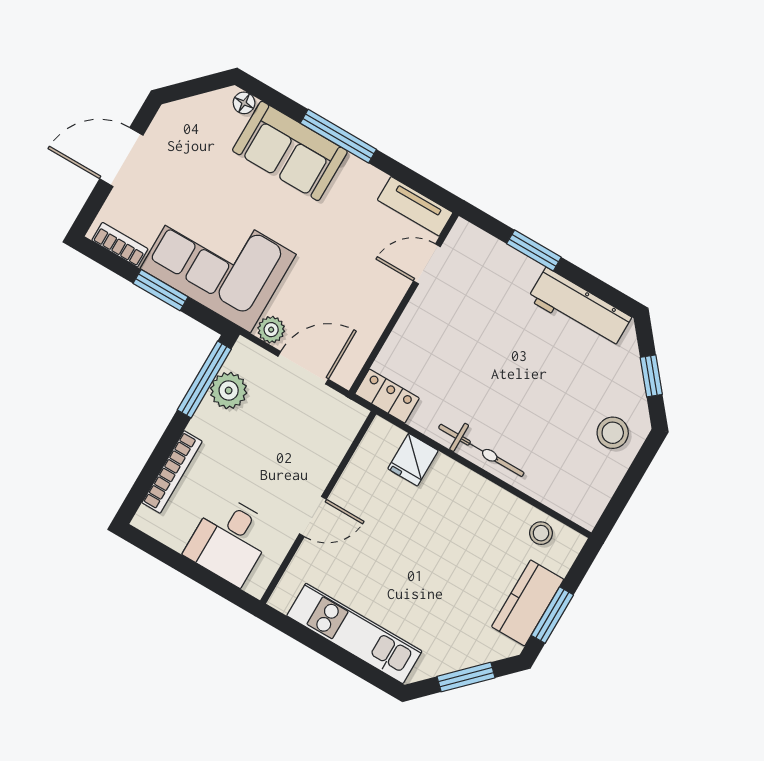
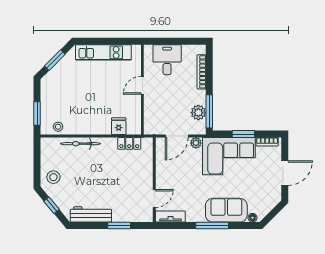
locker: (387, 396) -> (129, 143), moved
bicycle: (481, 450) -> (81, 144), moved
kitchen counter: (528, 603) -> (48, 99), removed
window: (552, 615) -> (37, 114), moved

